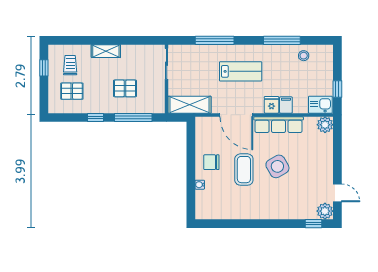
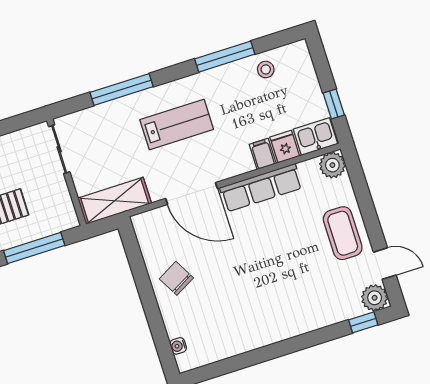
fridge: (272, 105) -> (285, 147), moved
chair: (211, 162) -> (176, 278), turned 61
side table: (277, 166) -> (280, 252), removed
coffee table: (244, 170) -> (343, 233), moved
water cooler: (200, 185) -> (178, 346), moved

